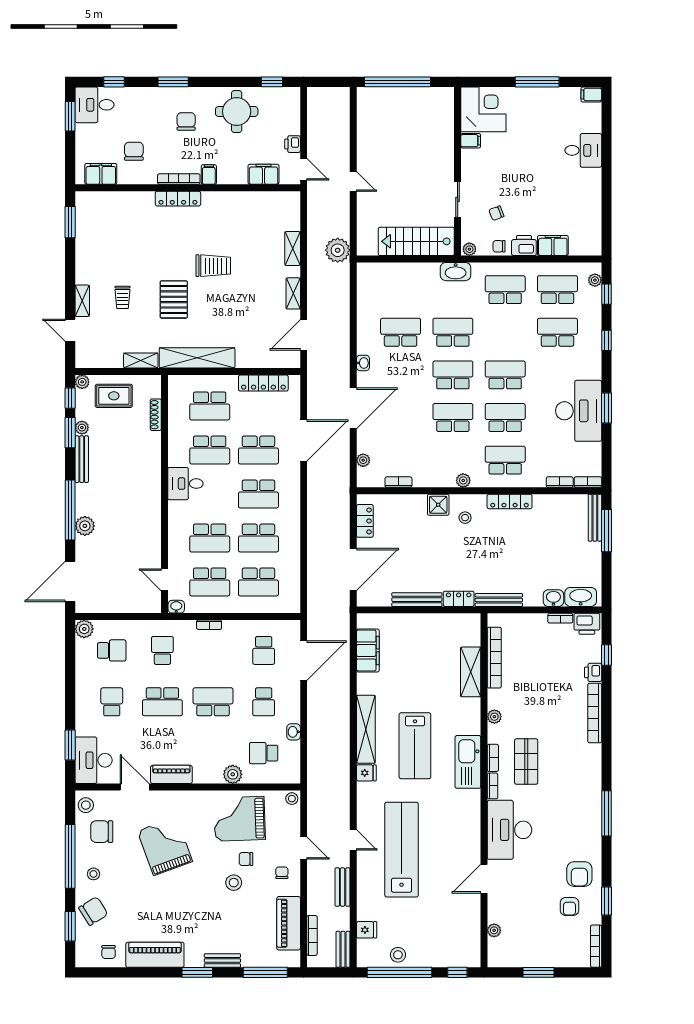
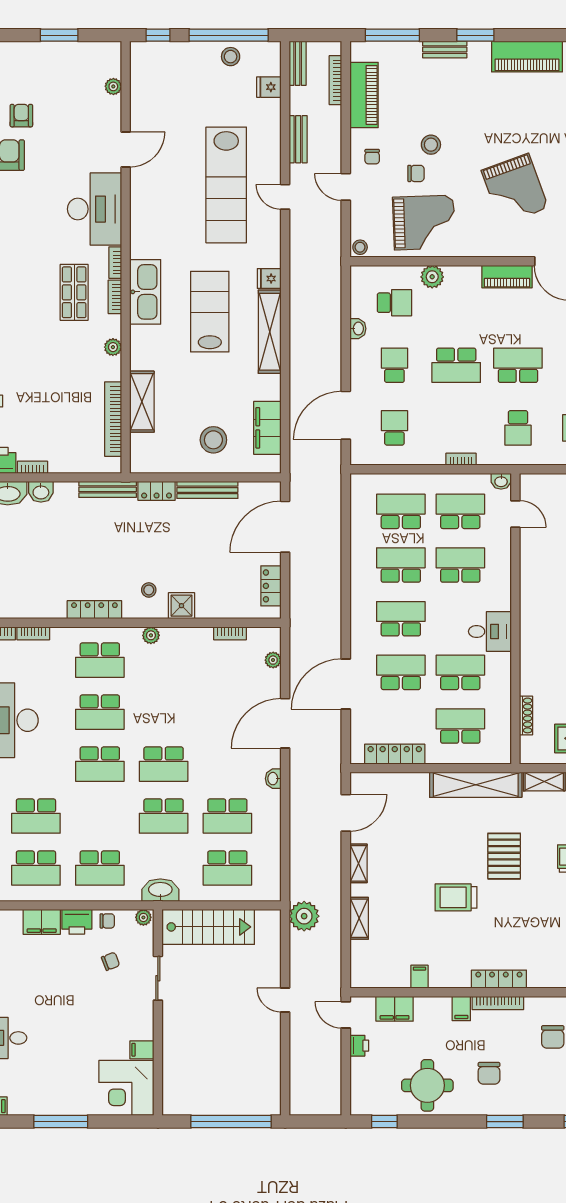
filing cabinet: (243, 201) -> (419, 977), added
school desk: (453, 417) -> (227, 868), moved
stool: (412, 641) -> (213, 440), added

